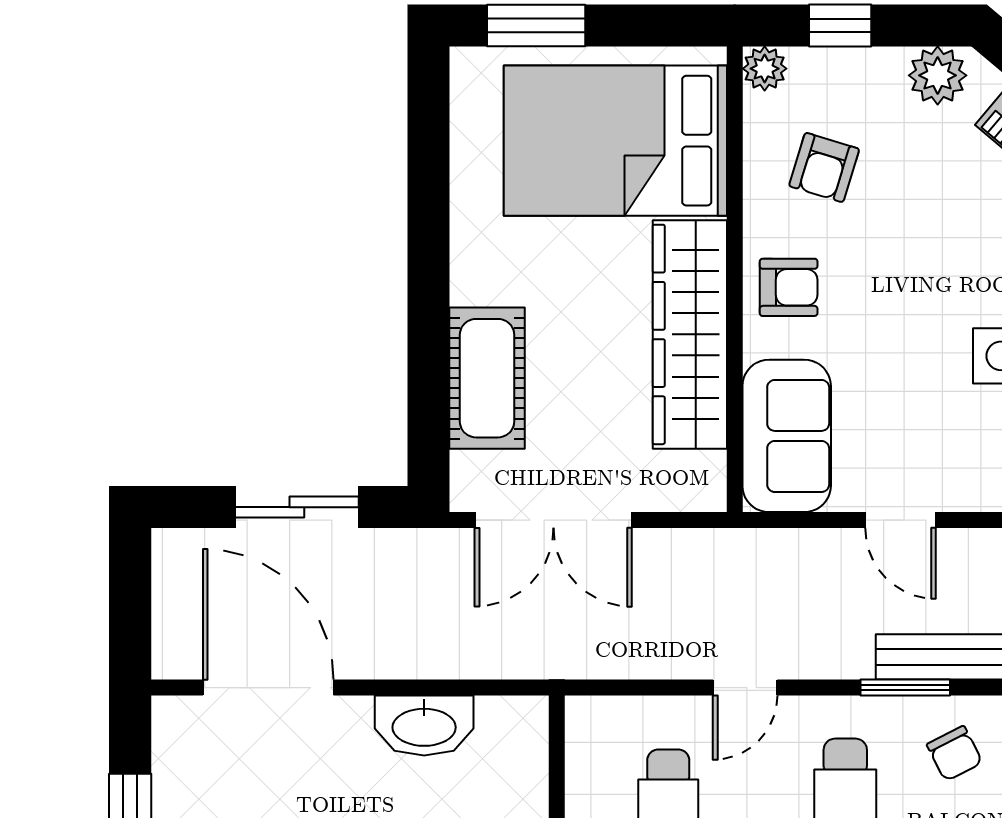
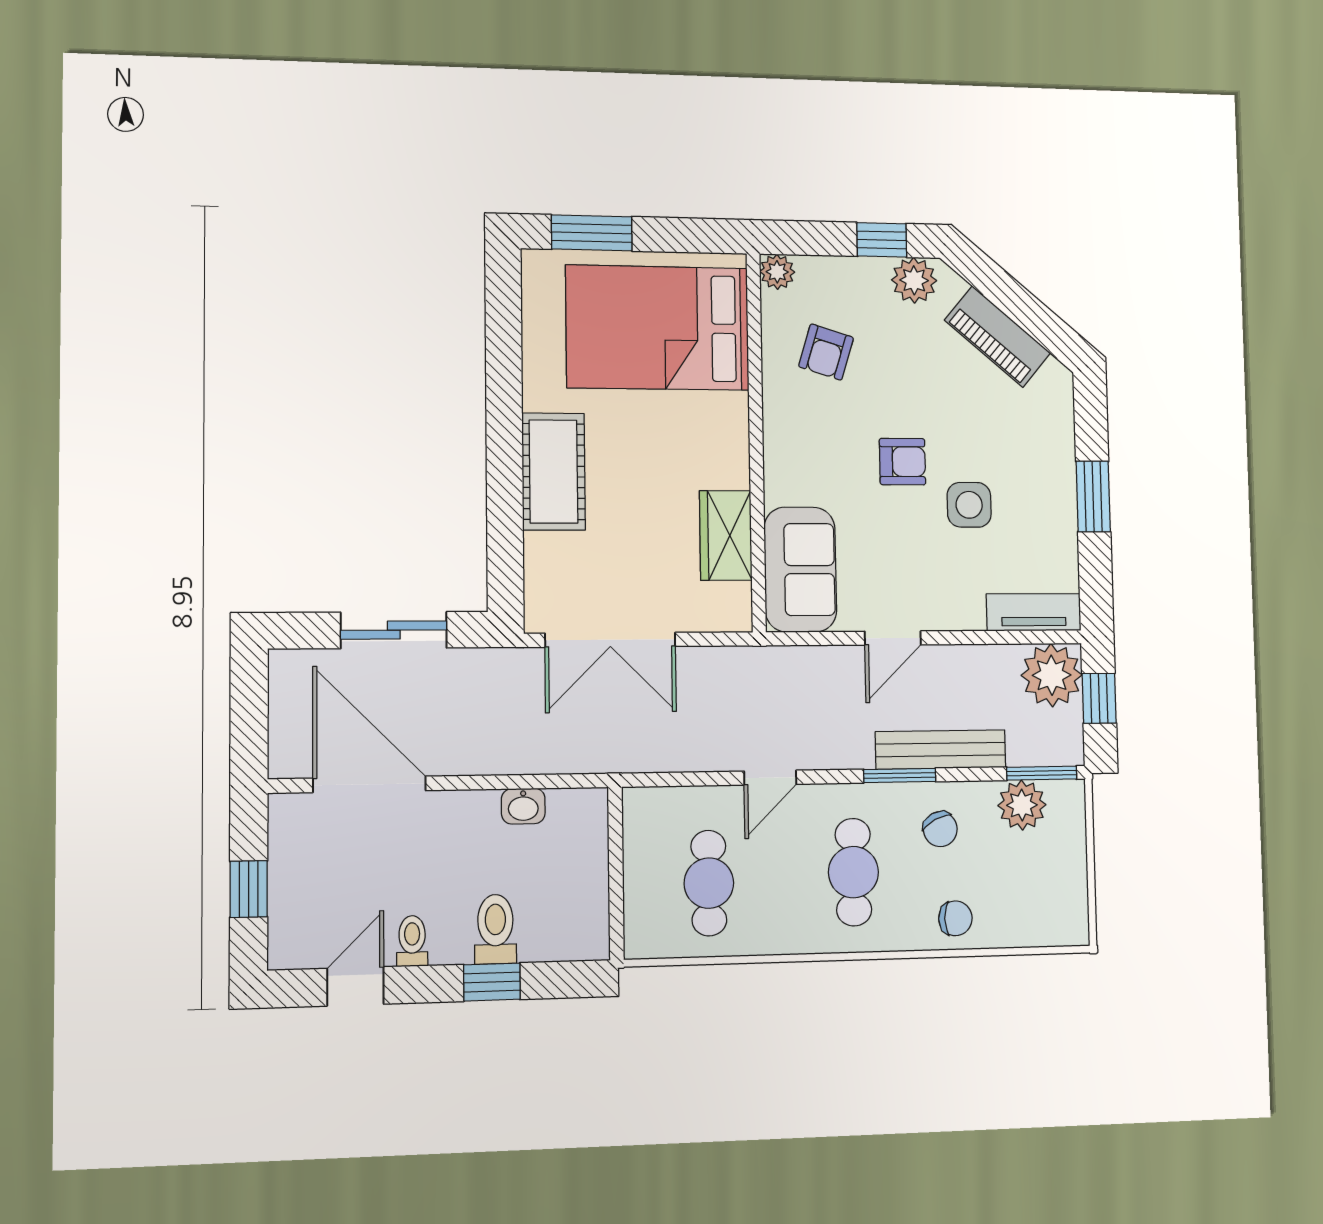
window: (840, 25) -> (882, 240), moved
armchair: (789, 287) -> (902, 462), moved
wardrobe: (690, 334) -> (726, 535), width x0.48, depth x0.85
cot: (487, 378) -> (553, 472), moved
door: (901, 520) -> (893, 638), hinge flipped
washbasin: (424, 726) -> (523, 806), width x0.52, depth x0.69

